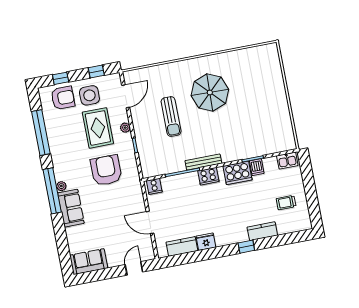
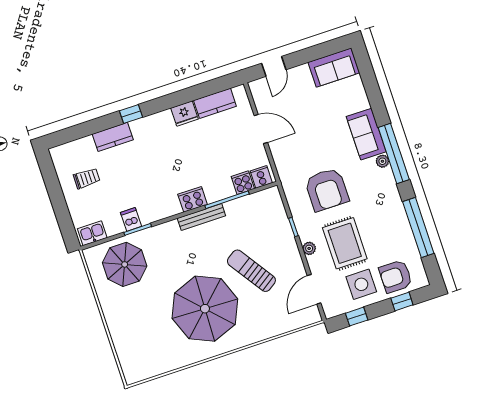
parasol: (210, 92) -> (205, 309), width x1.36, depth x1.36
sun lounger: (171, 117) -> (251, 271), turned -34
parasol: (266, 134) -> (125, 264), added
cooker: (238, 173) -> (243, 183), moved, width x0.53, depth x0.76

